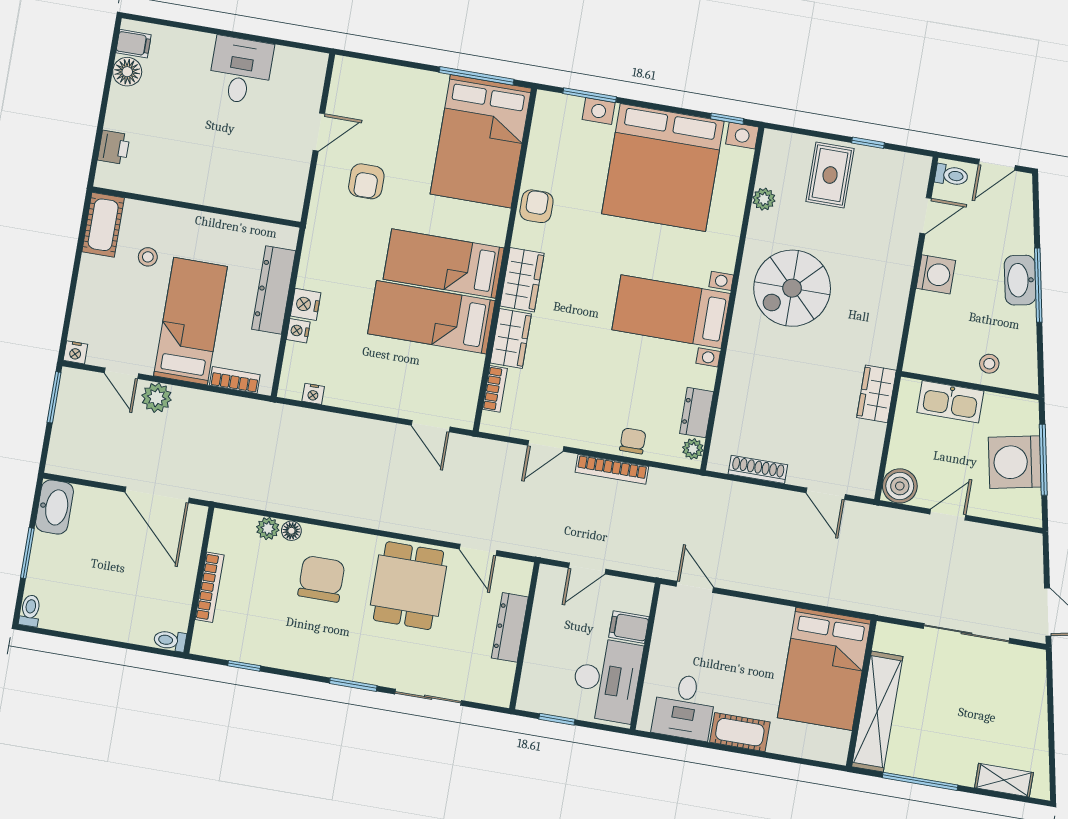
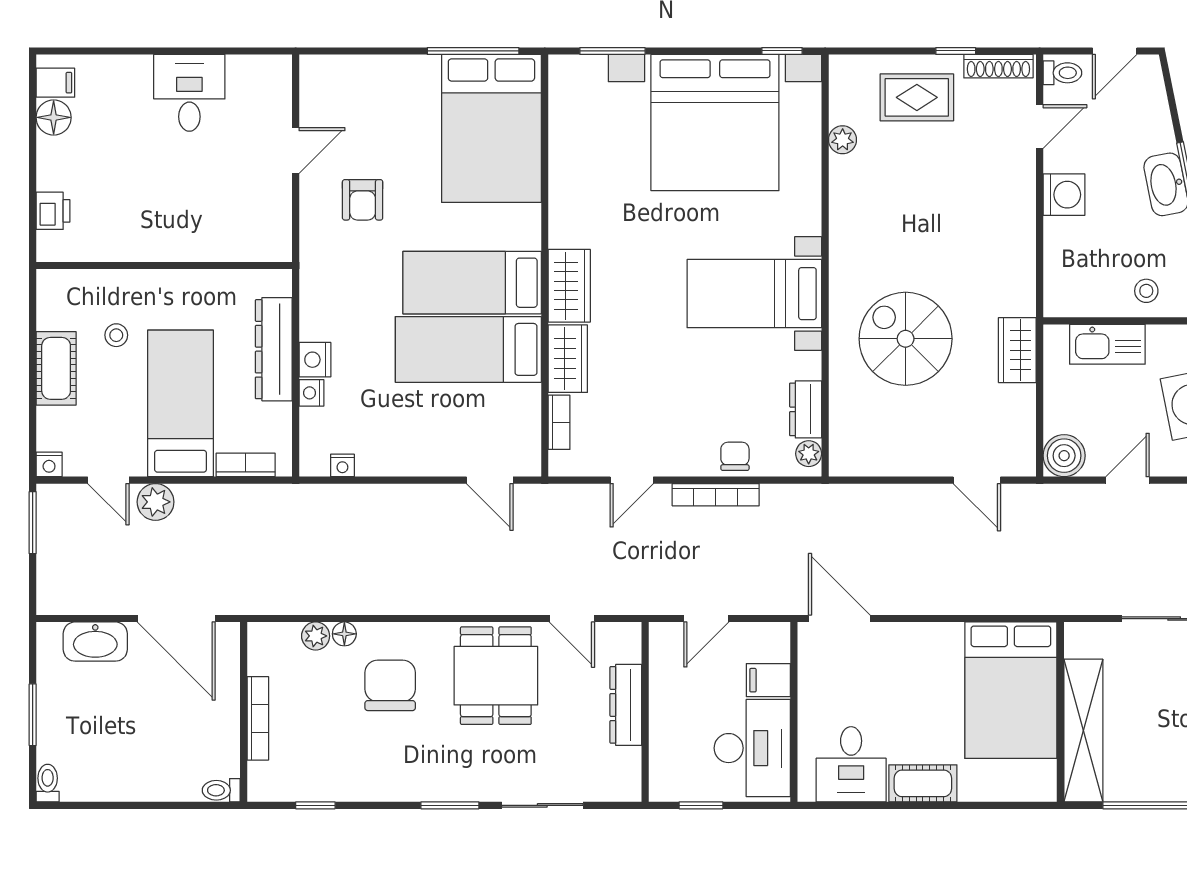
rug: (830, 175) -> (917, 97), turned 90
armchair: (536, 206) -> (572, 195), removed
cot: (103, 225) -> (56, 368), moved
spiral stairs: (792, 288) -> (906, 339), moved, turned 90
shoe rack: (758, 469) -> (998, 66), moved, turned 180
washbasin: (54, 507) -> (95, 642), moved, turned 90
door: (695, 587) -> (839, 619), width x1.38

